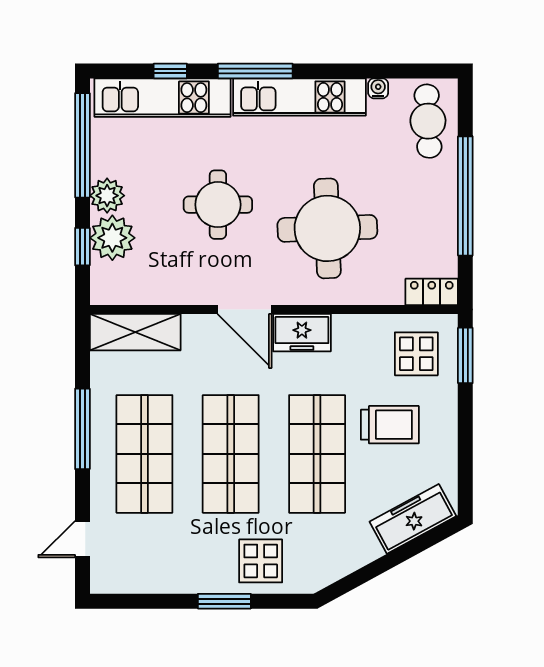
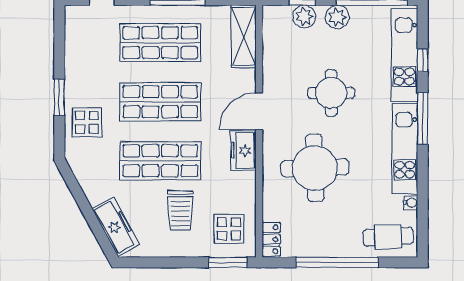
plant: (112, 238) -> (304, 16), width x0.73, depth x0.73

